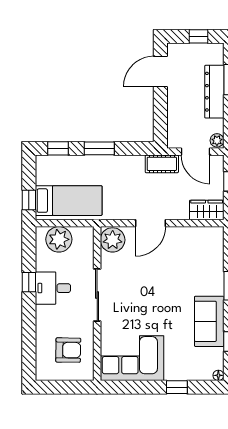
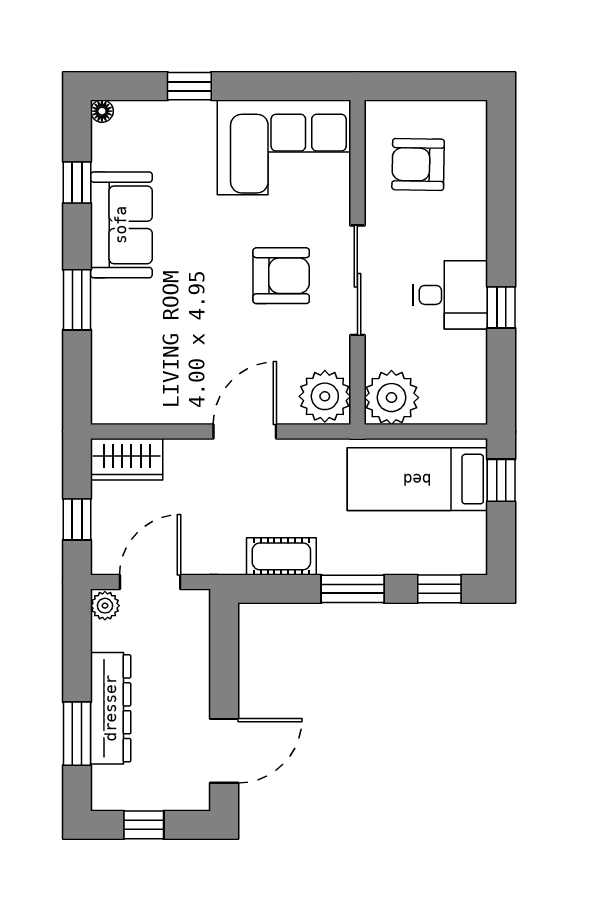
door: (196, 152) -> (150, 582), hinge flipped
cot: (162, 164) -> (281, 556), moved
plant: (59, 239) -> (391, 398), moved
armchair: (133, 297) -> (281, 276), added

